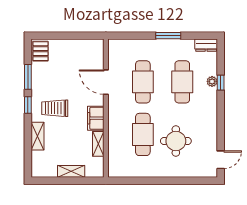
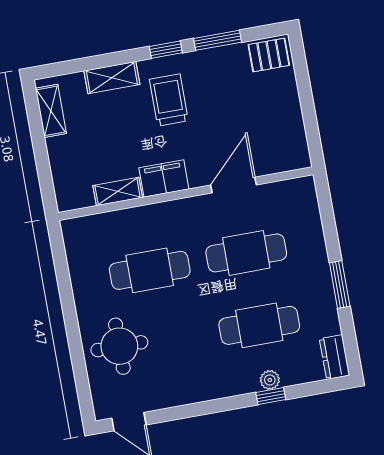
round table: (176, 141) -> (119, 346), moved
shelving: (71, 171) -> (51, 111), moved

